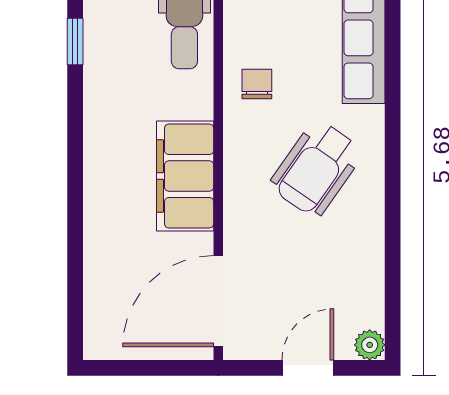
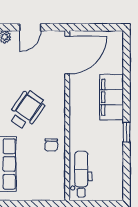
window: (75, 41) -> (127, 132), moved
filing cabinet: (185, 176) -> (111, 97), moved, turned 180

